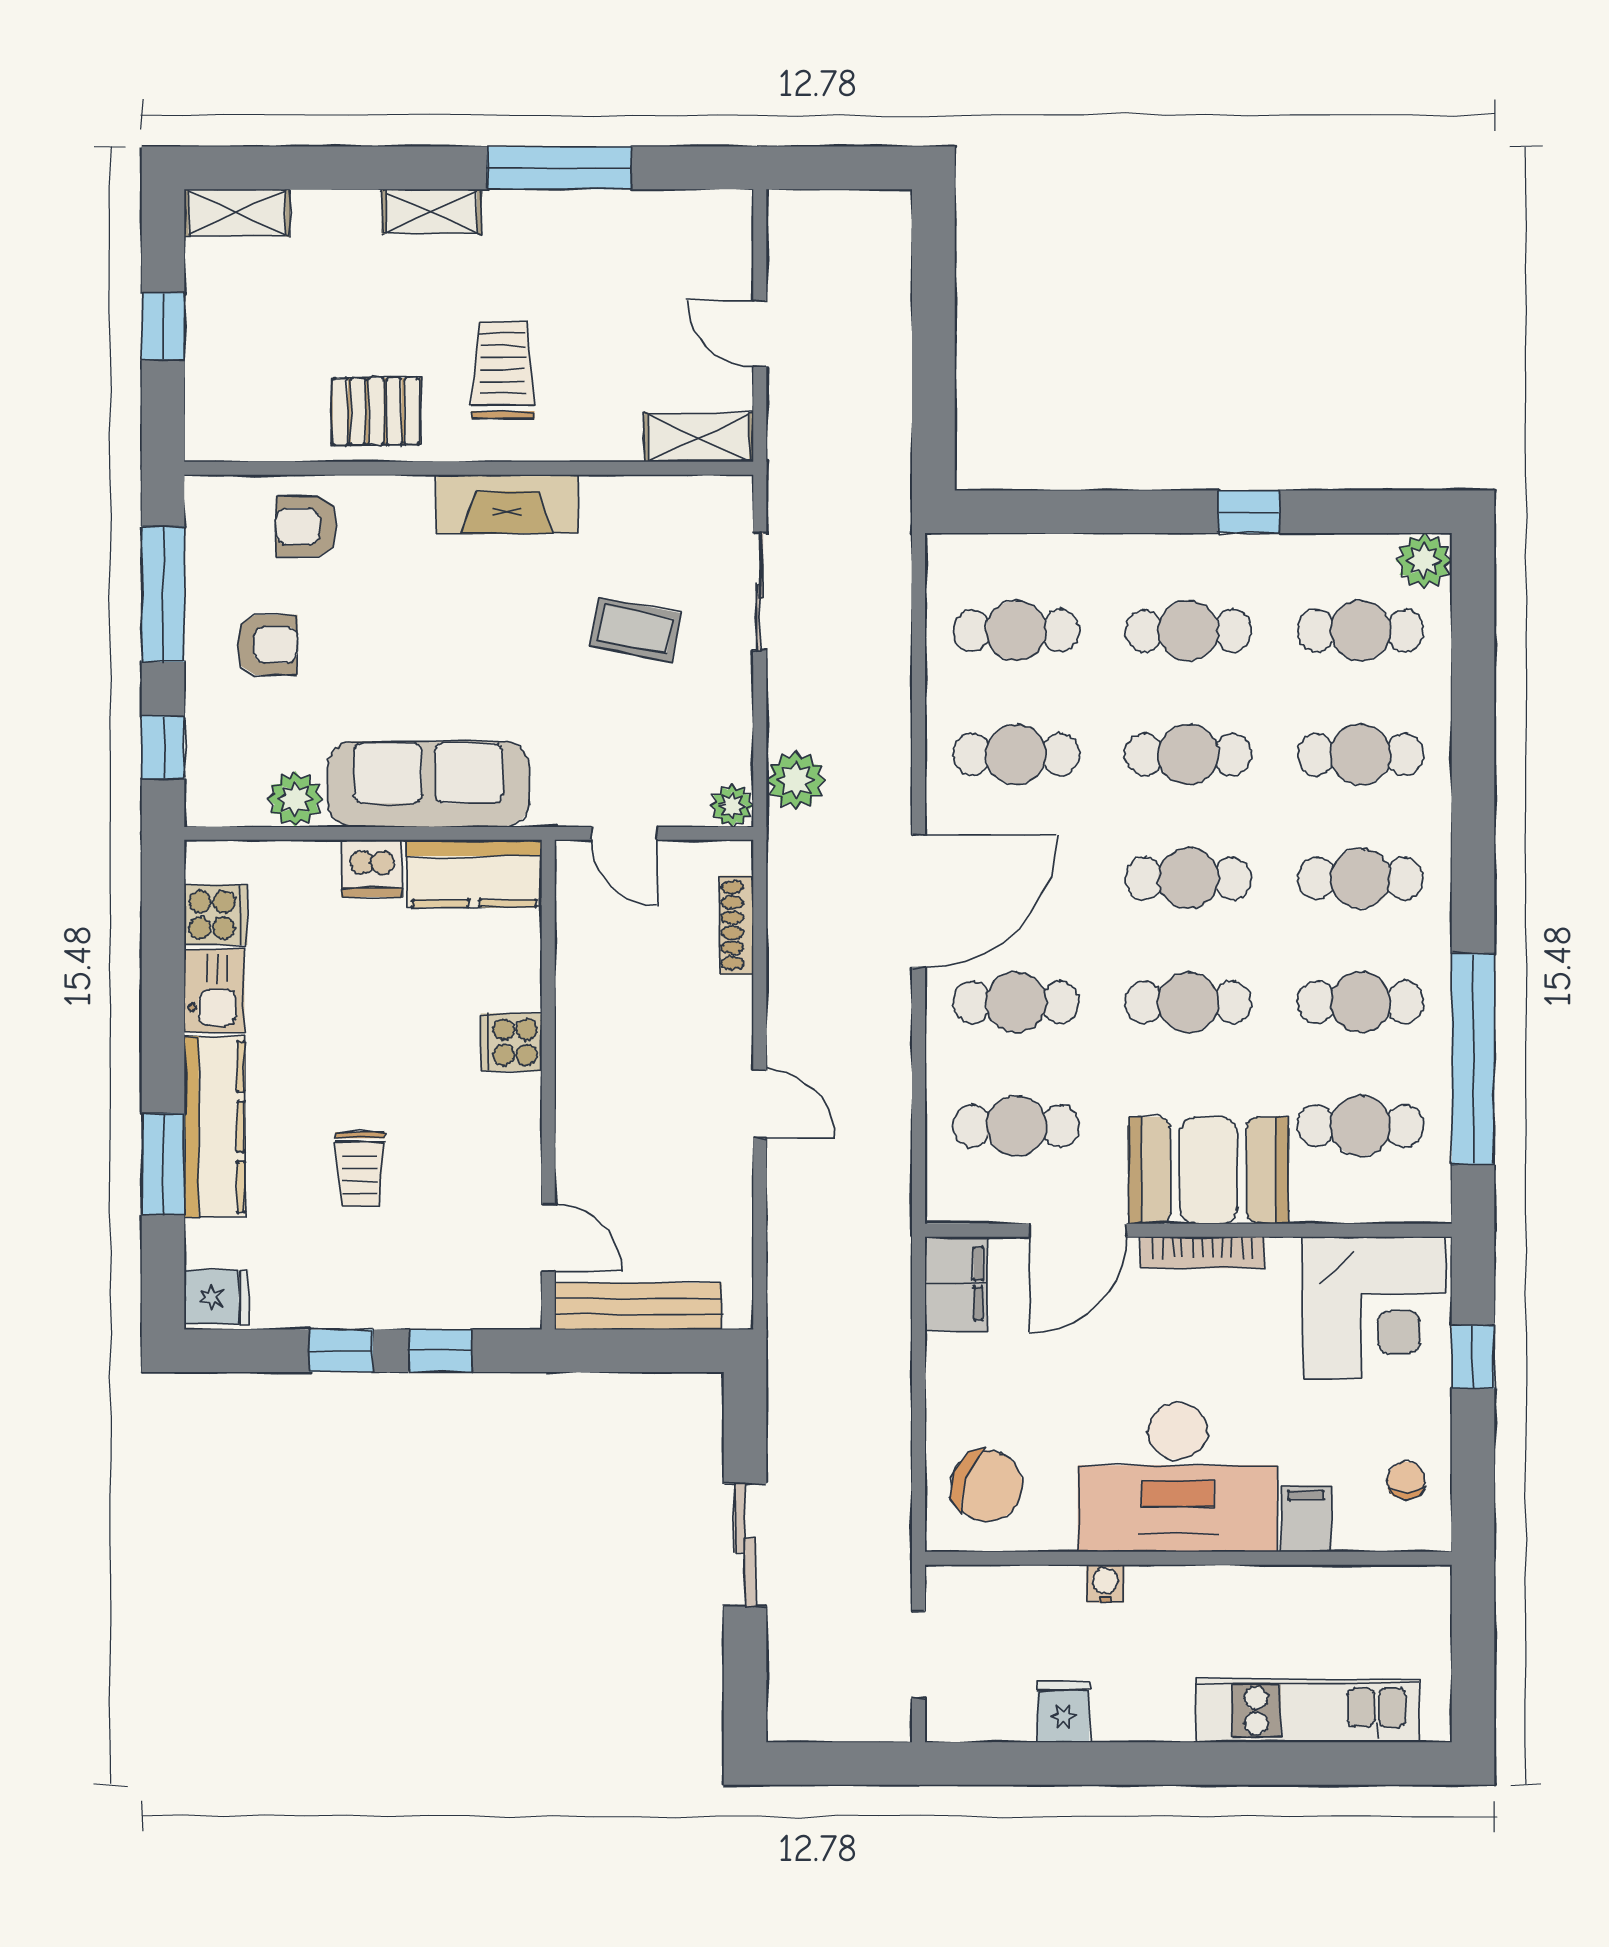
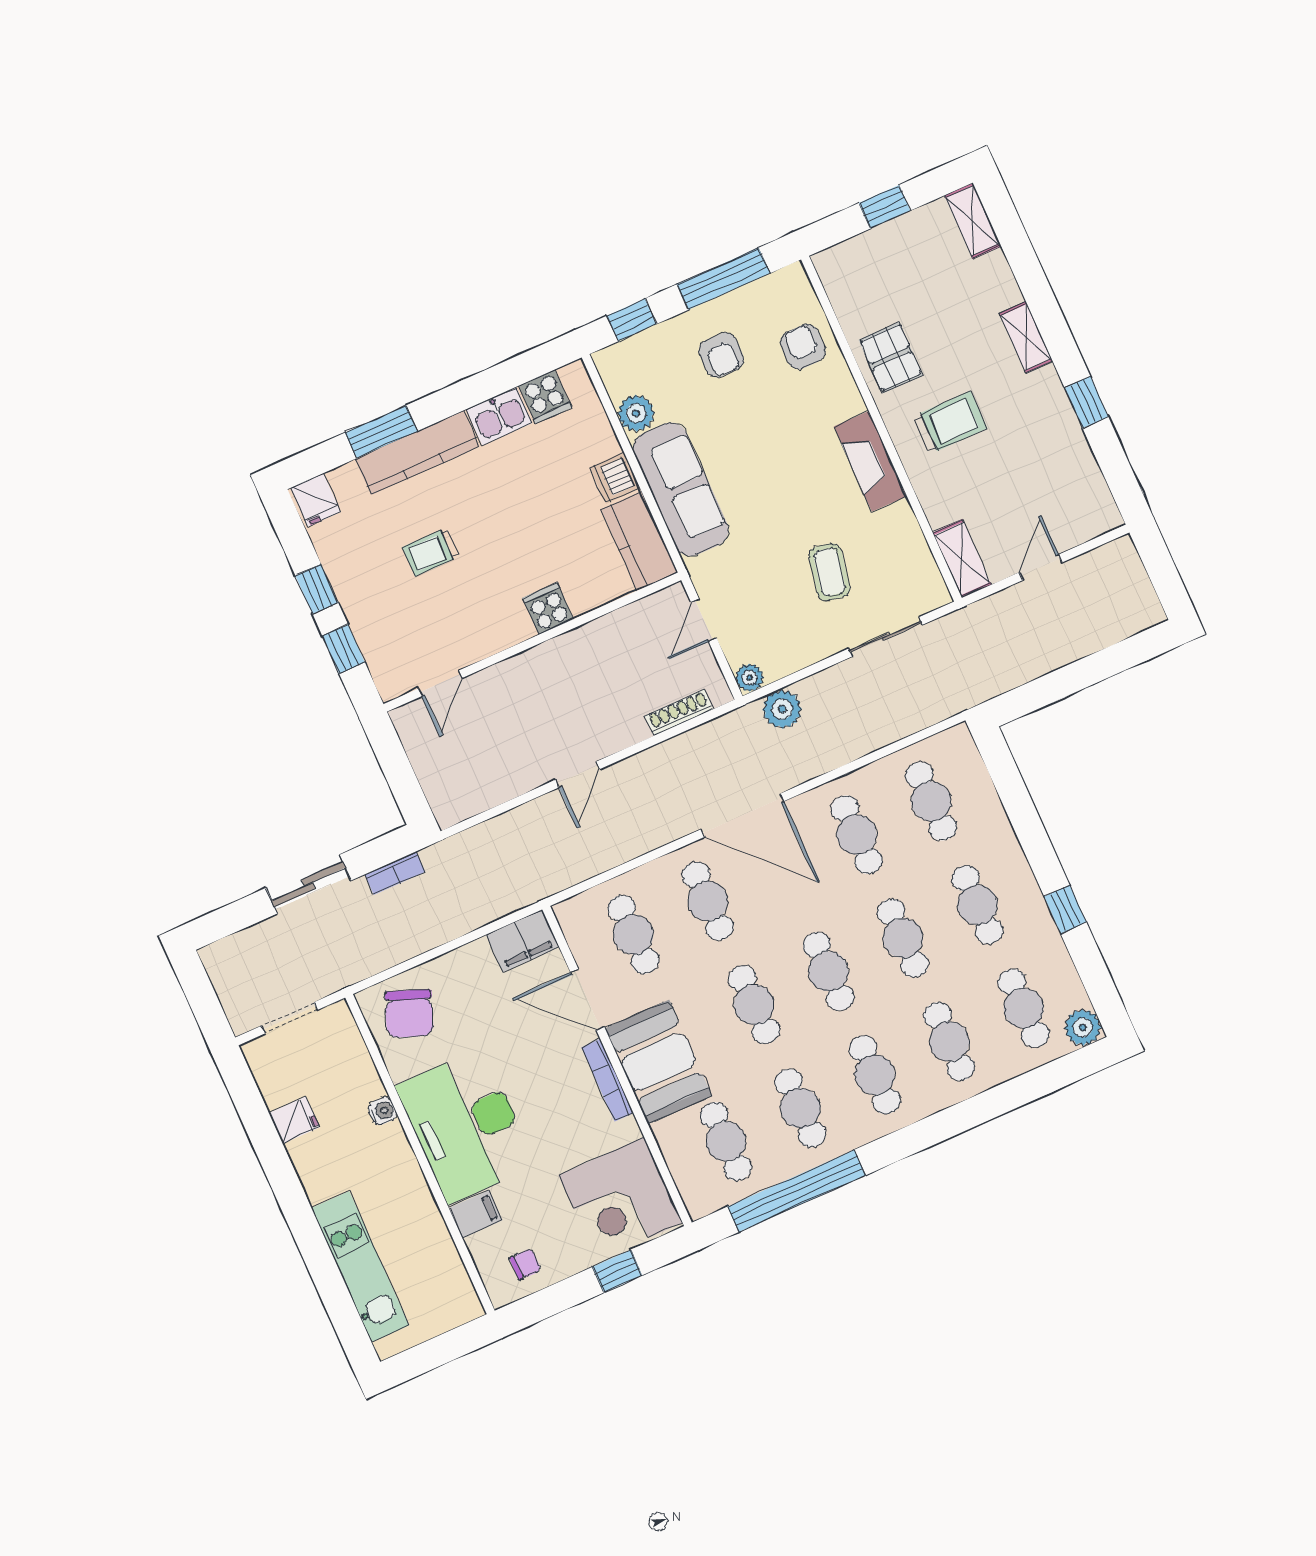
window: (559, 168) -> (1086, 402), width x0.46
bench: (638, 1306) -> (423, 756), removed
bookcase: (783, 1418) -> (395, 873), added

